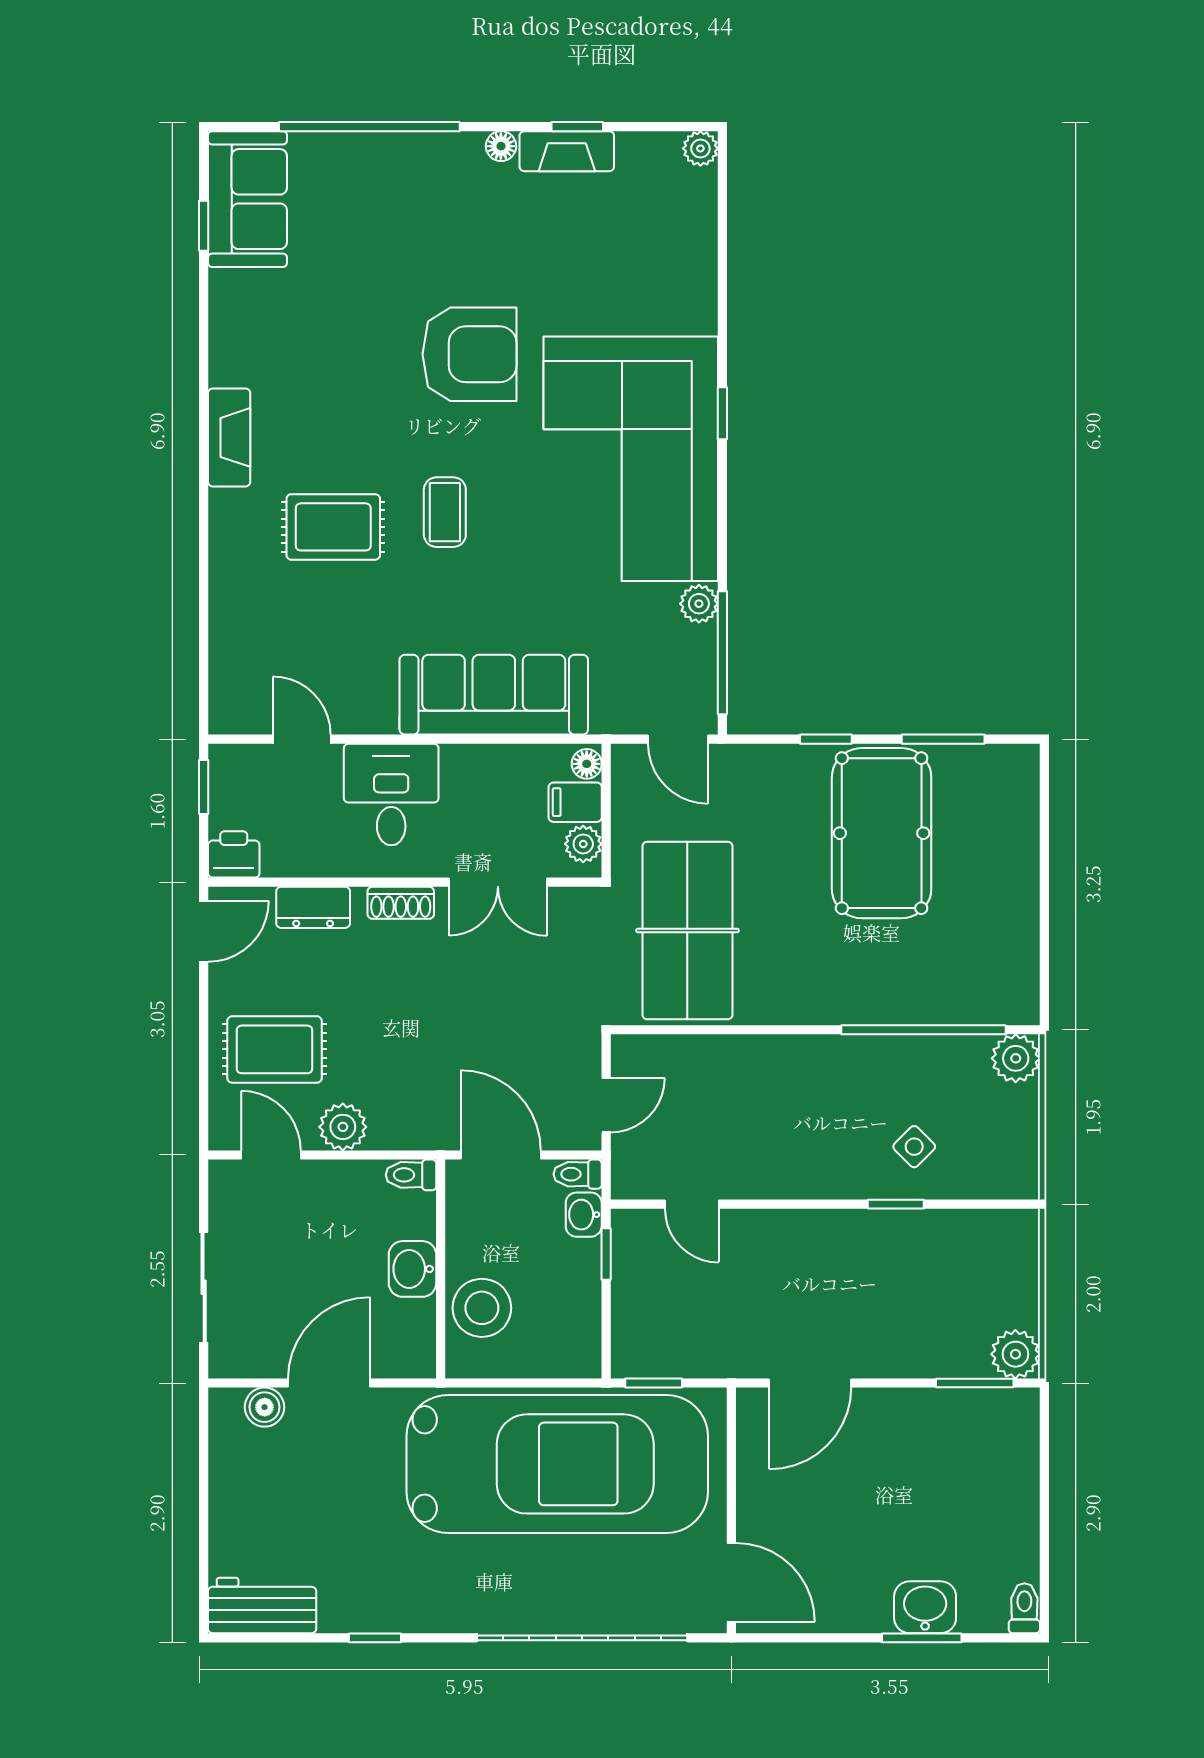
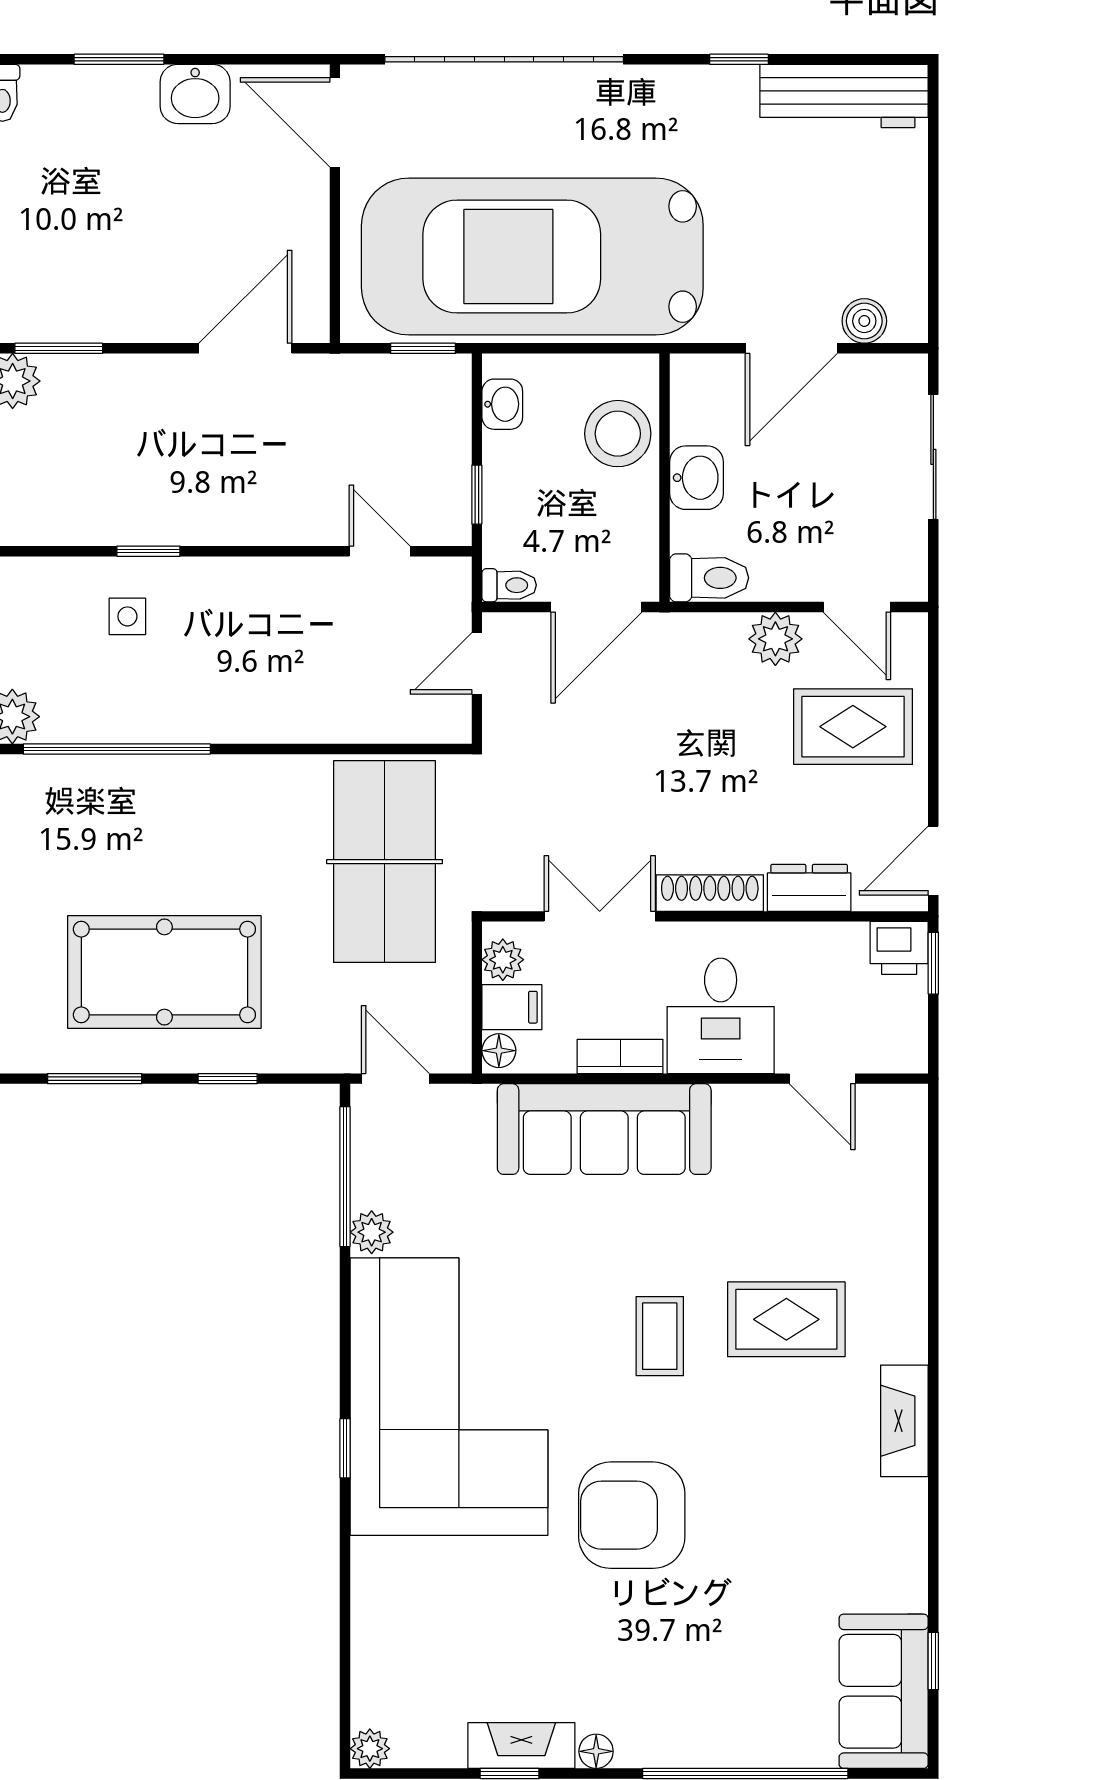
bookcase: (480, 759) -> (620, 1056), added
window: (204, 787) -> (933, 963), moved
pool table: (882, 833) -> (164, 972), turned 90
shoe rack: (401, 903) -> (710, 893), width x1.43
side table: (914, 1147) -> (127, 616), turned 45
door: (501, 1155) -> (596, 607), hinge flipped
toilet: (411, 1175) -> (709, 578), width x1.37, depth x1.39
washbasin: (584, 1215) -> (502, 404), moved
workbench: (262, 1606) -> (844, 96), width x1.38
washbasin: (925, 1607) -> (195, 94), moved

